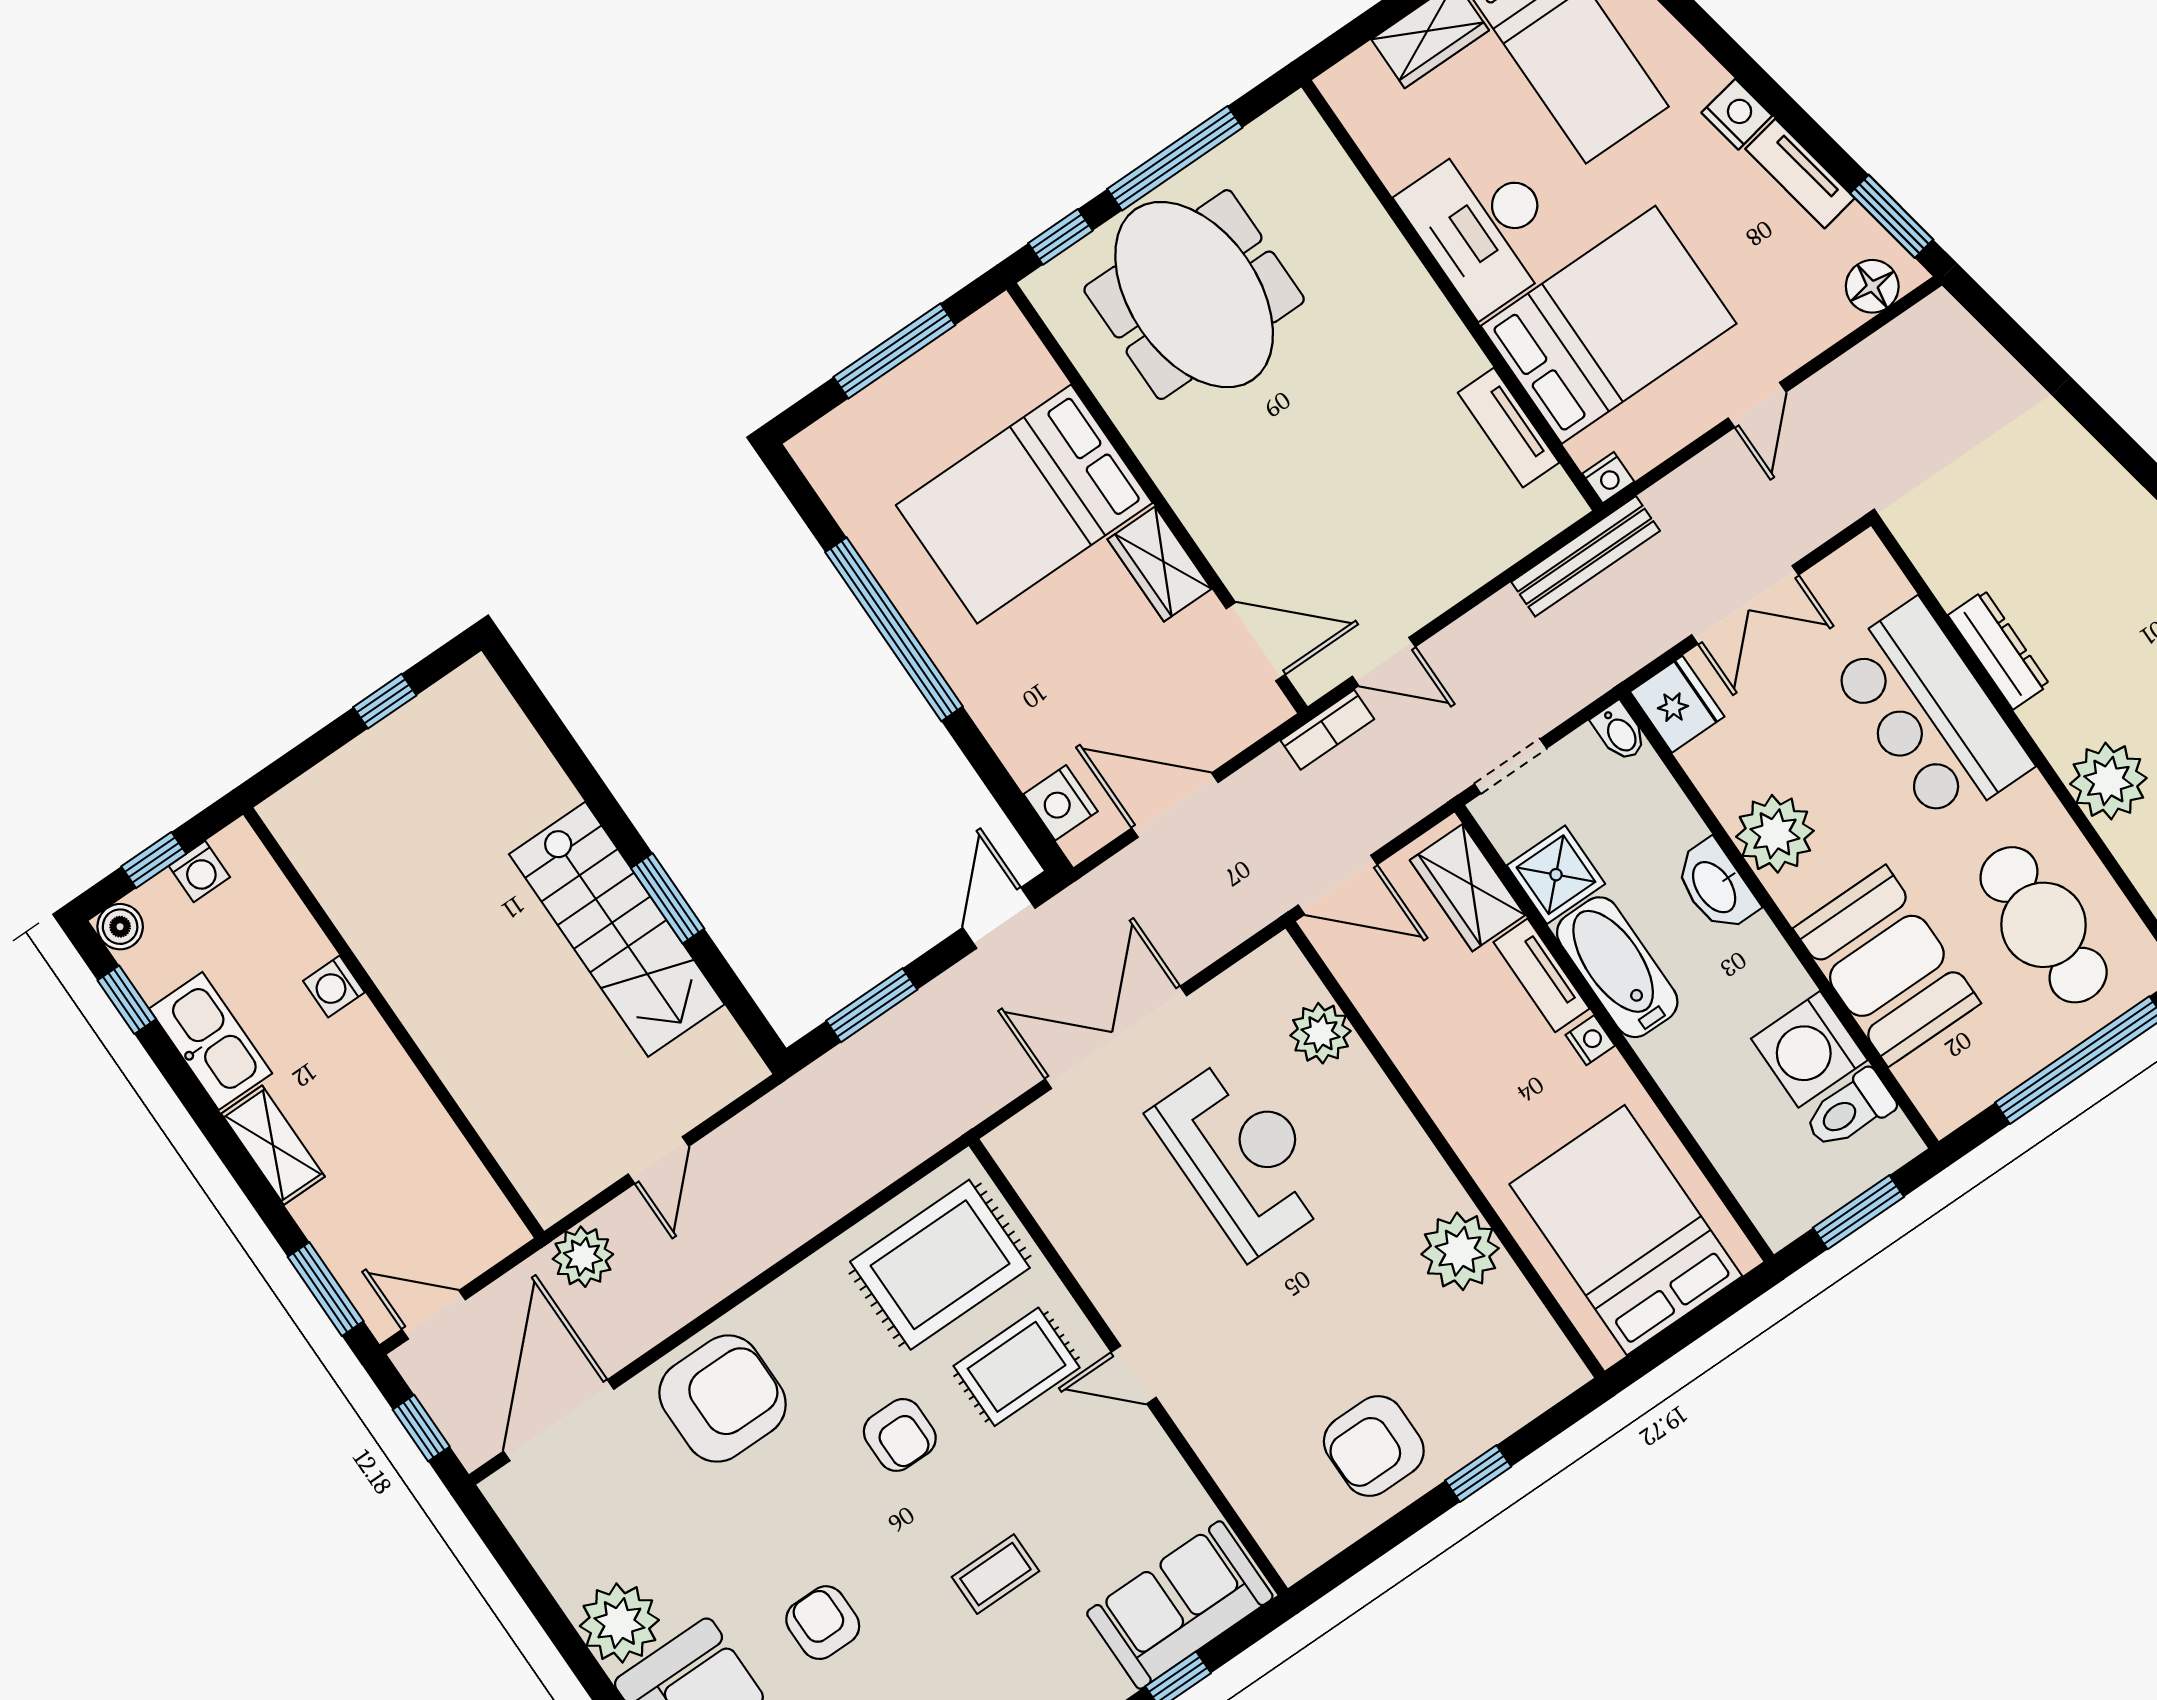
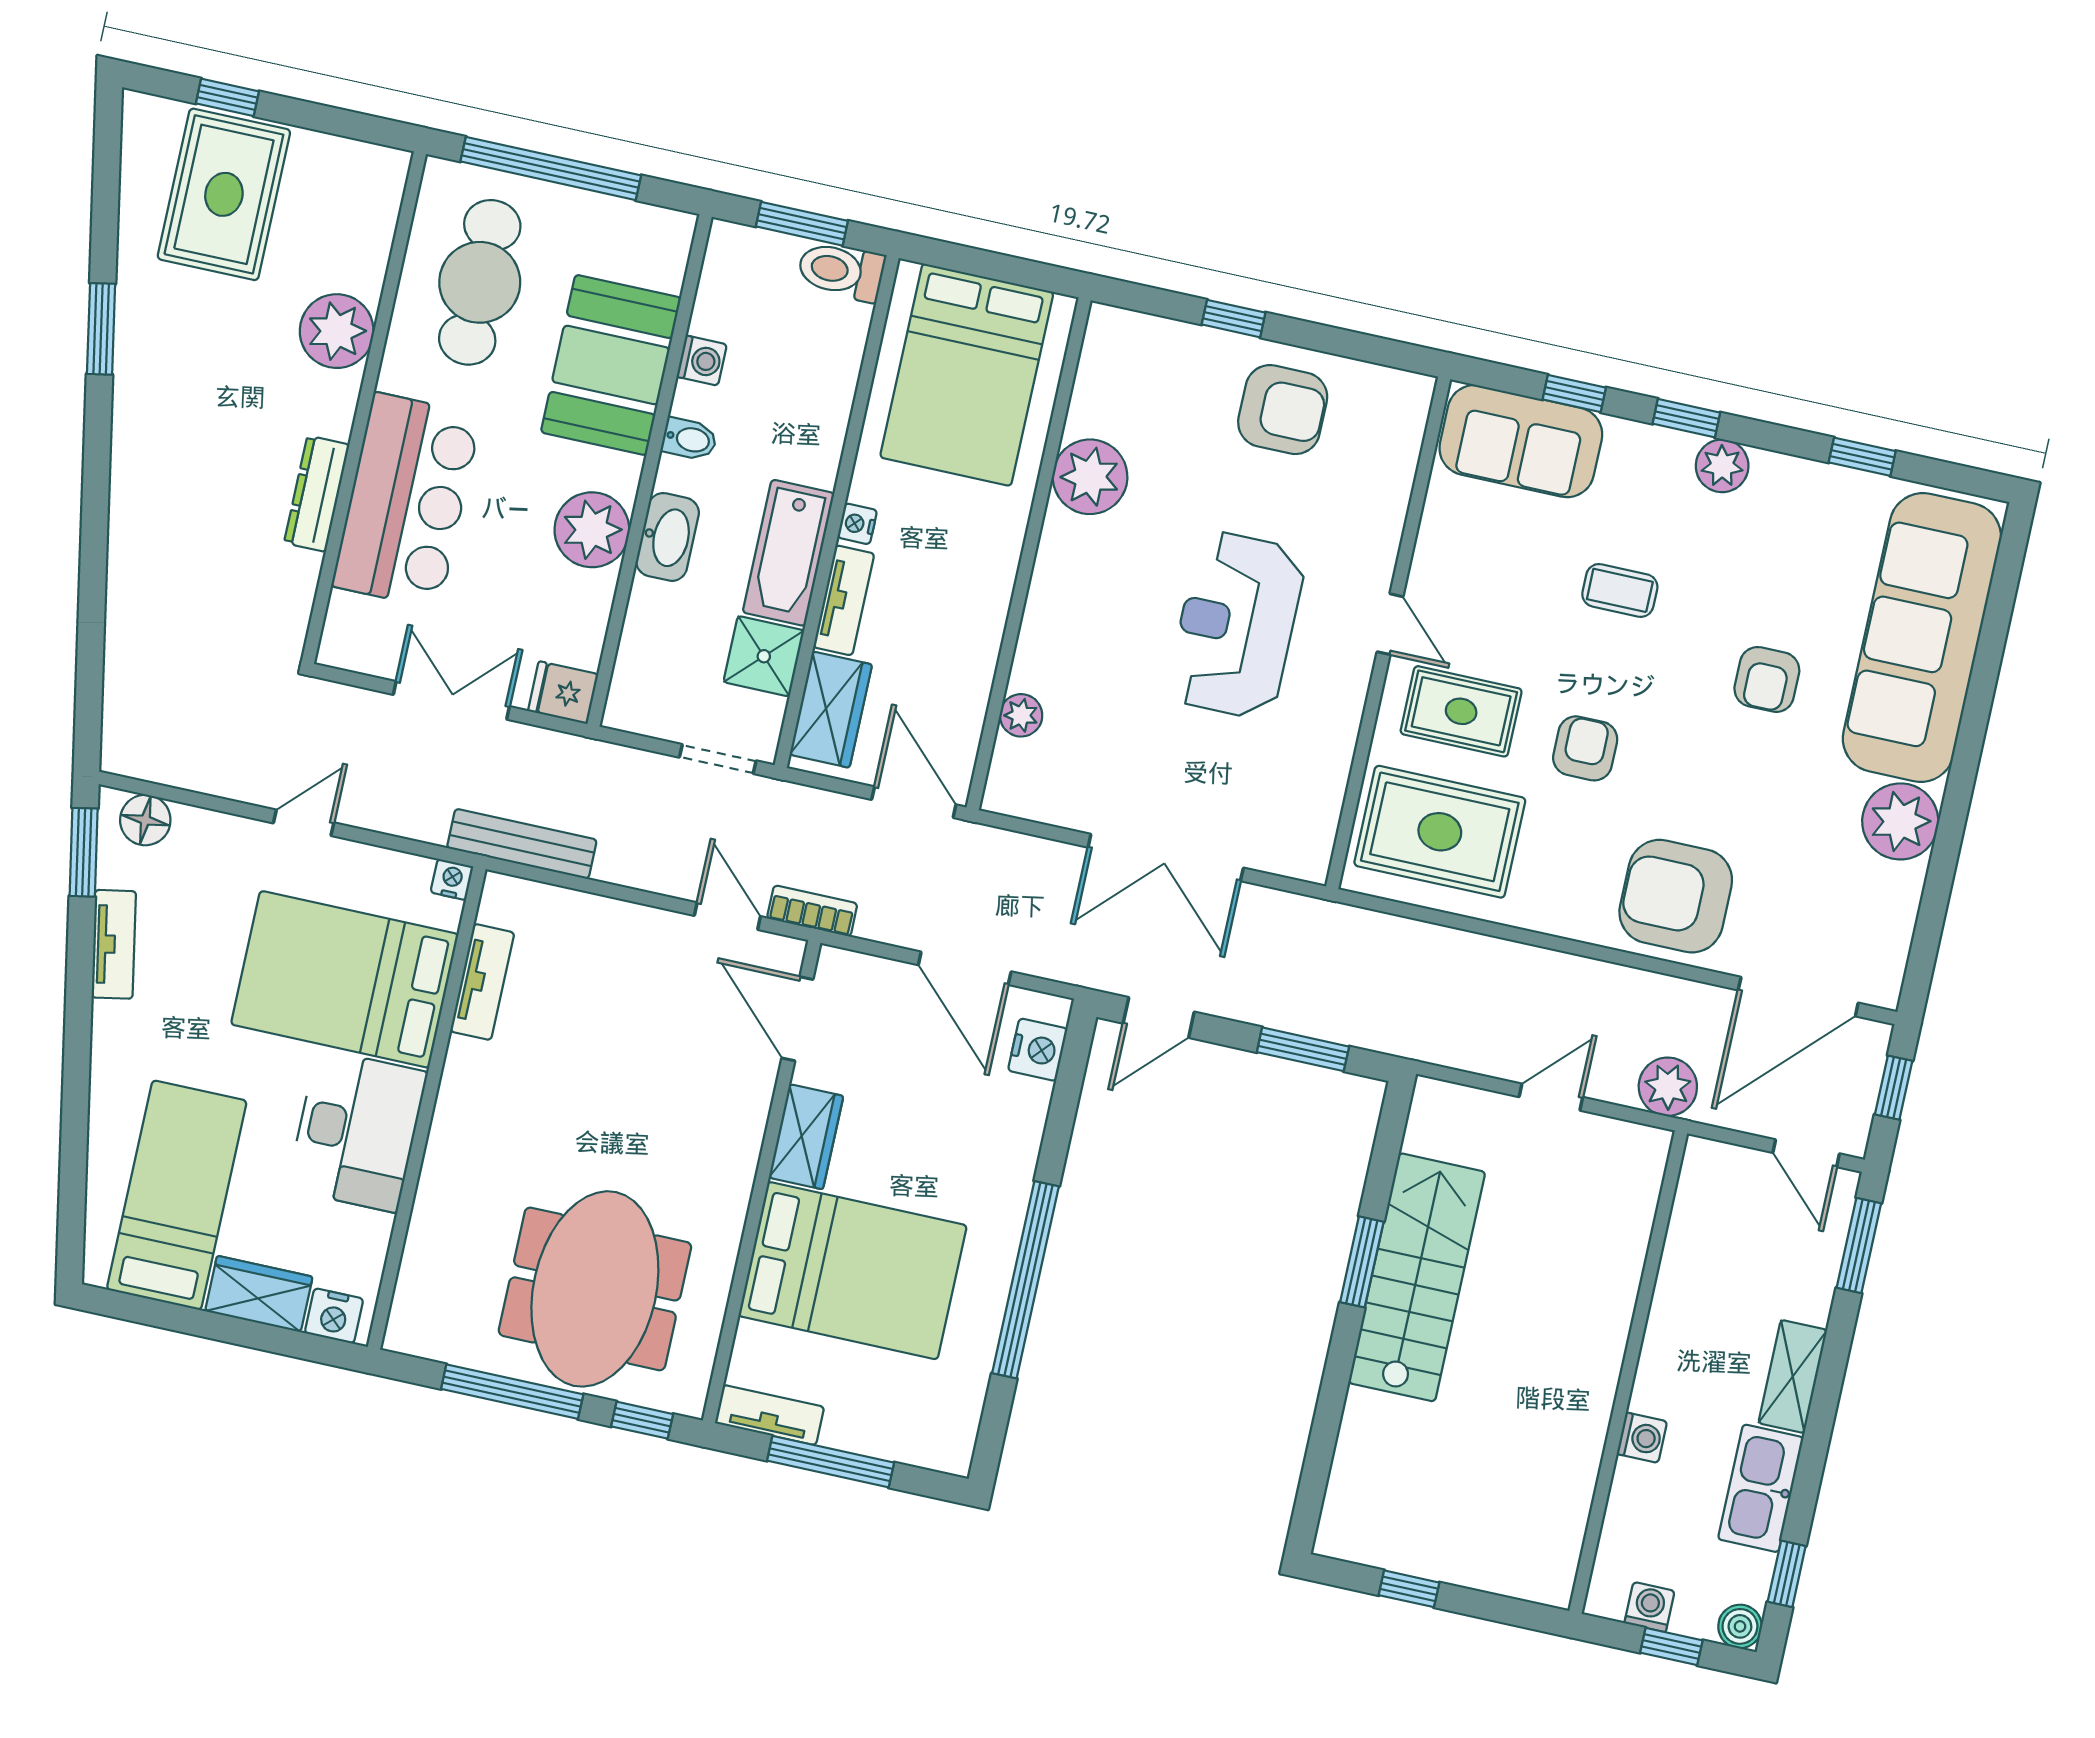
nightstand: (1737, 114) -> (334, 1316), moved, turned -80
tv unit: (973, 338) -> (770, 1415), added
fridge: (1677, 704) -> (563, 693), width x0.72
bidet: (1620, 732) -> (689, 439), moved, turned 90
plant: (1321, 1033) -> (1021, 715), width x0.73, depth x0.73
washing machine: (1809, 1049) -> (702, 361), width x0.53, depth x0.53
toilet: (1849, 1110) -> (841, 271), moved, turned 180
reception desk: (1243, 1156) -> (1236, 625), moved

